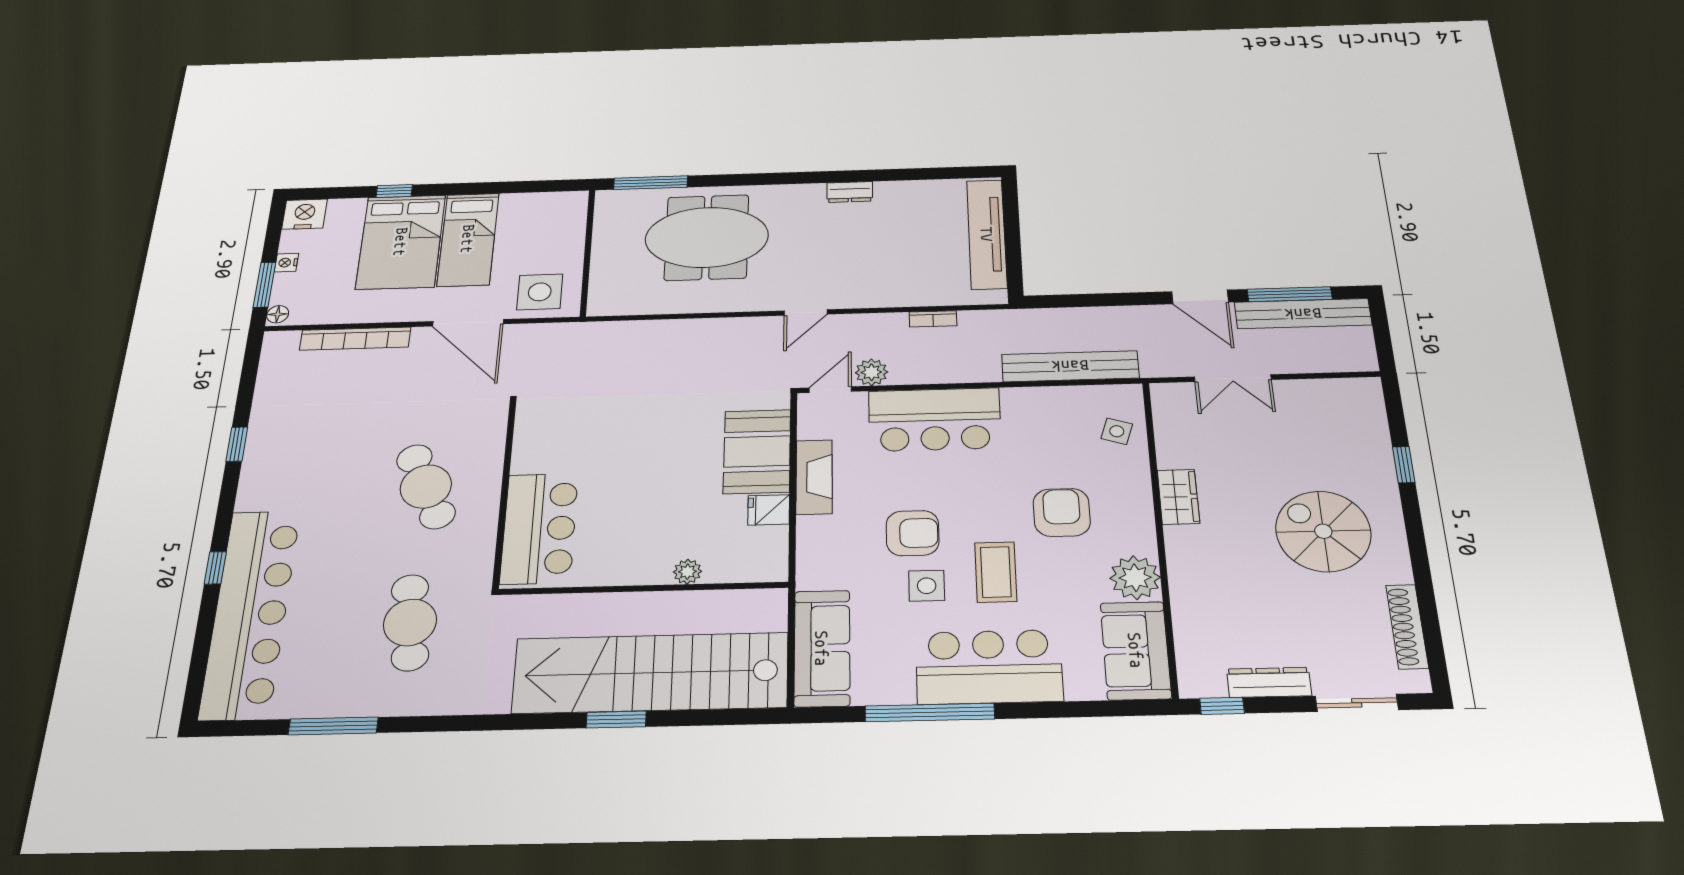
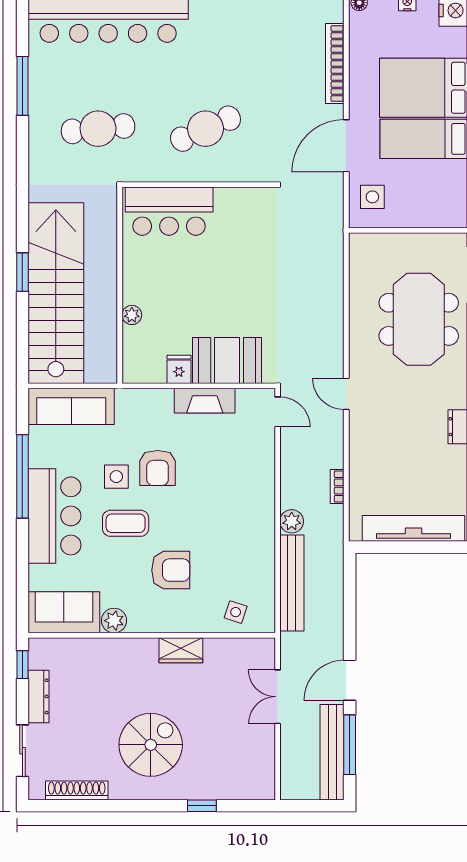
side table: (540, 292) -> (372, 197), width x0.73, depth x0.73
plant: (871, 372) -> (292, 521), moved
bar counter: (935, 419) -> (250, 485), removed
plant: (1135, 578) -> (114, 621), width x0.73, depth x0.73

